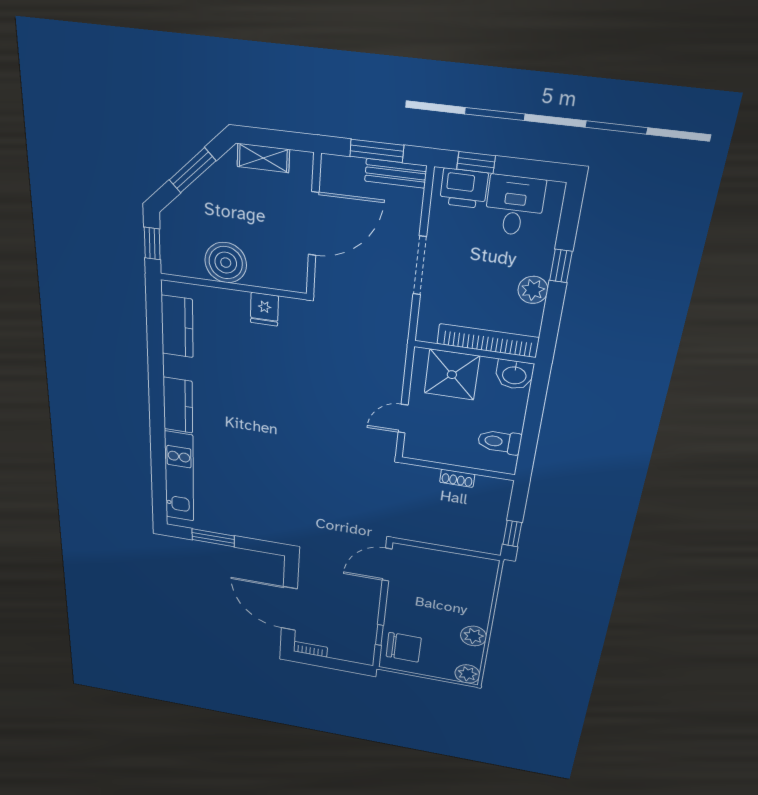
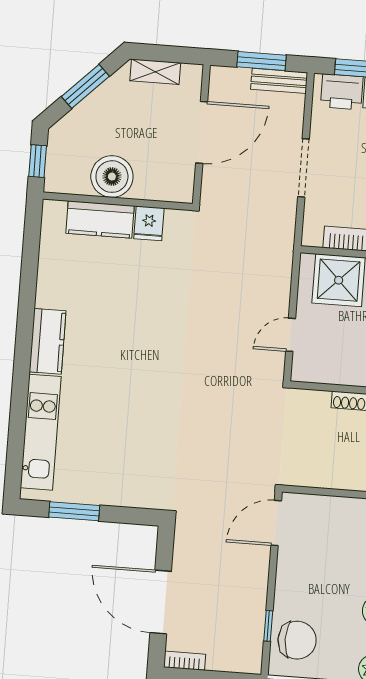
kitchen counter: (177, 327) -> (100, 220), moved, turned 90

